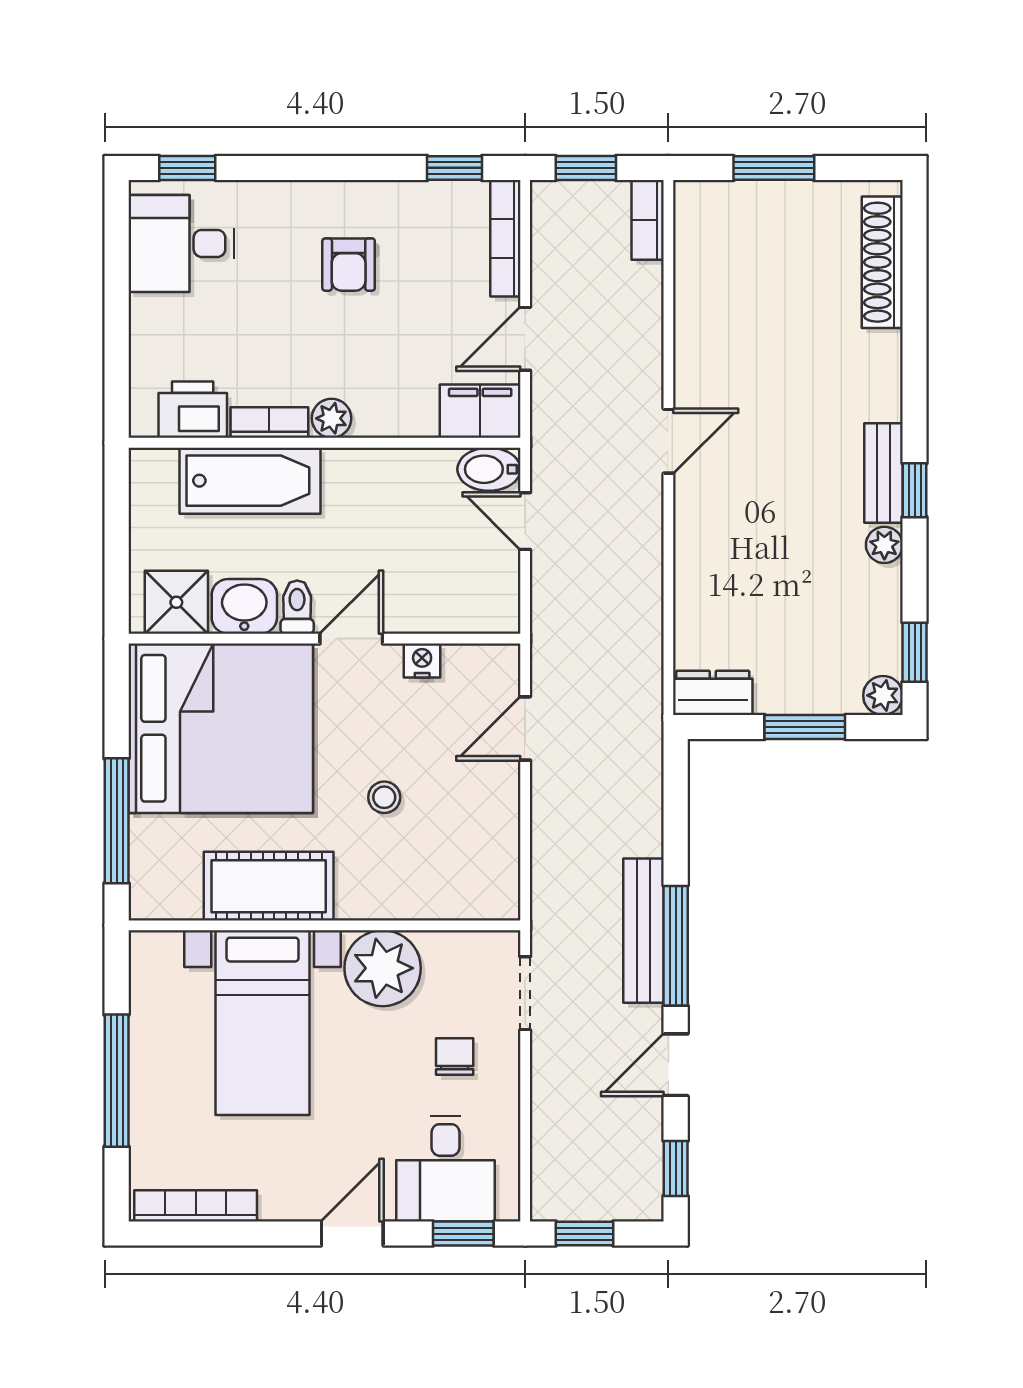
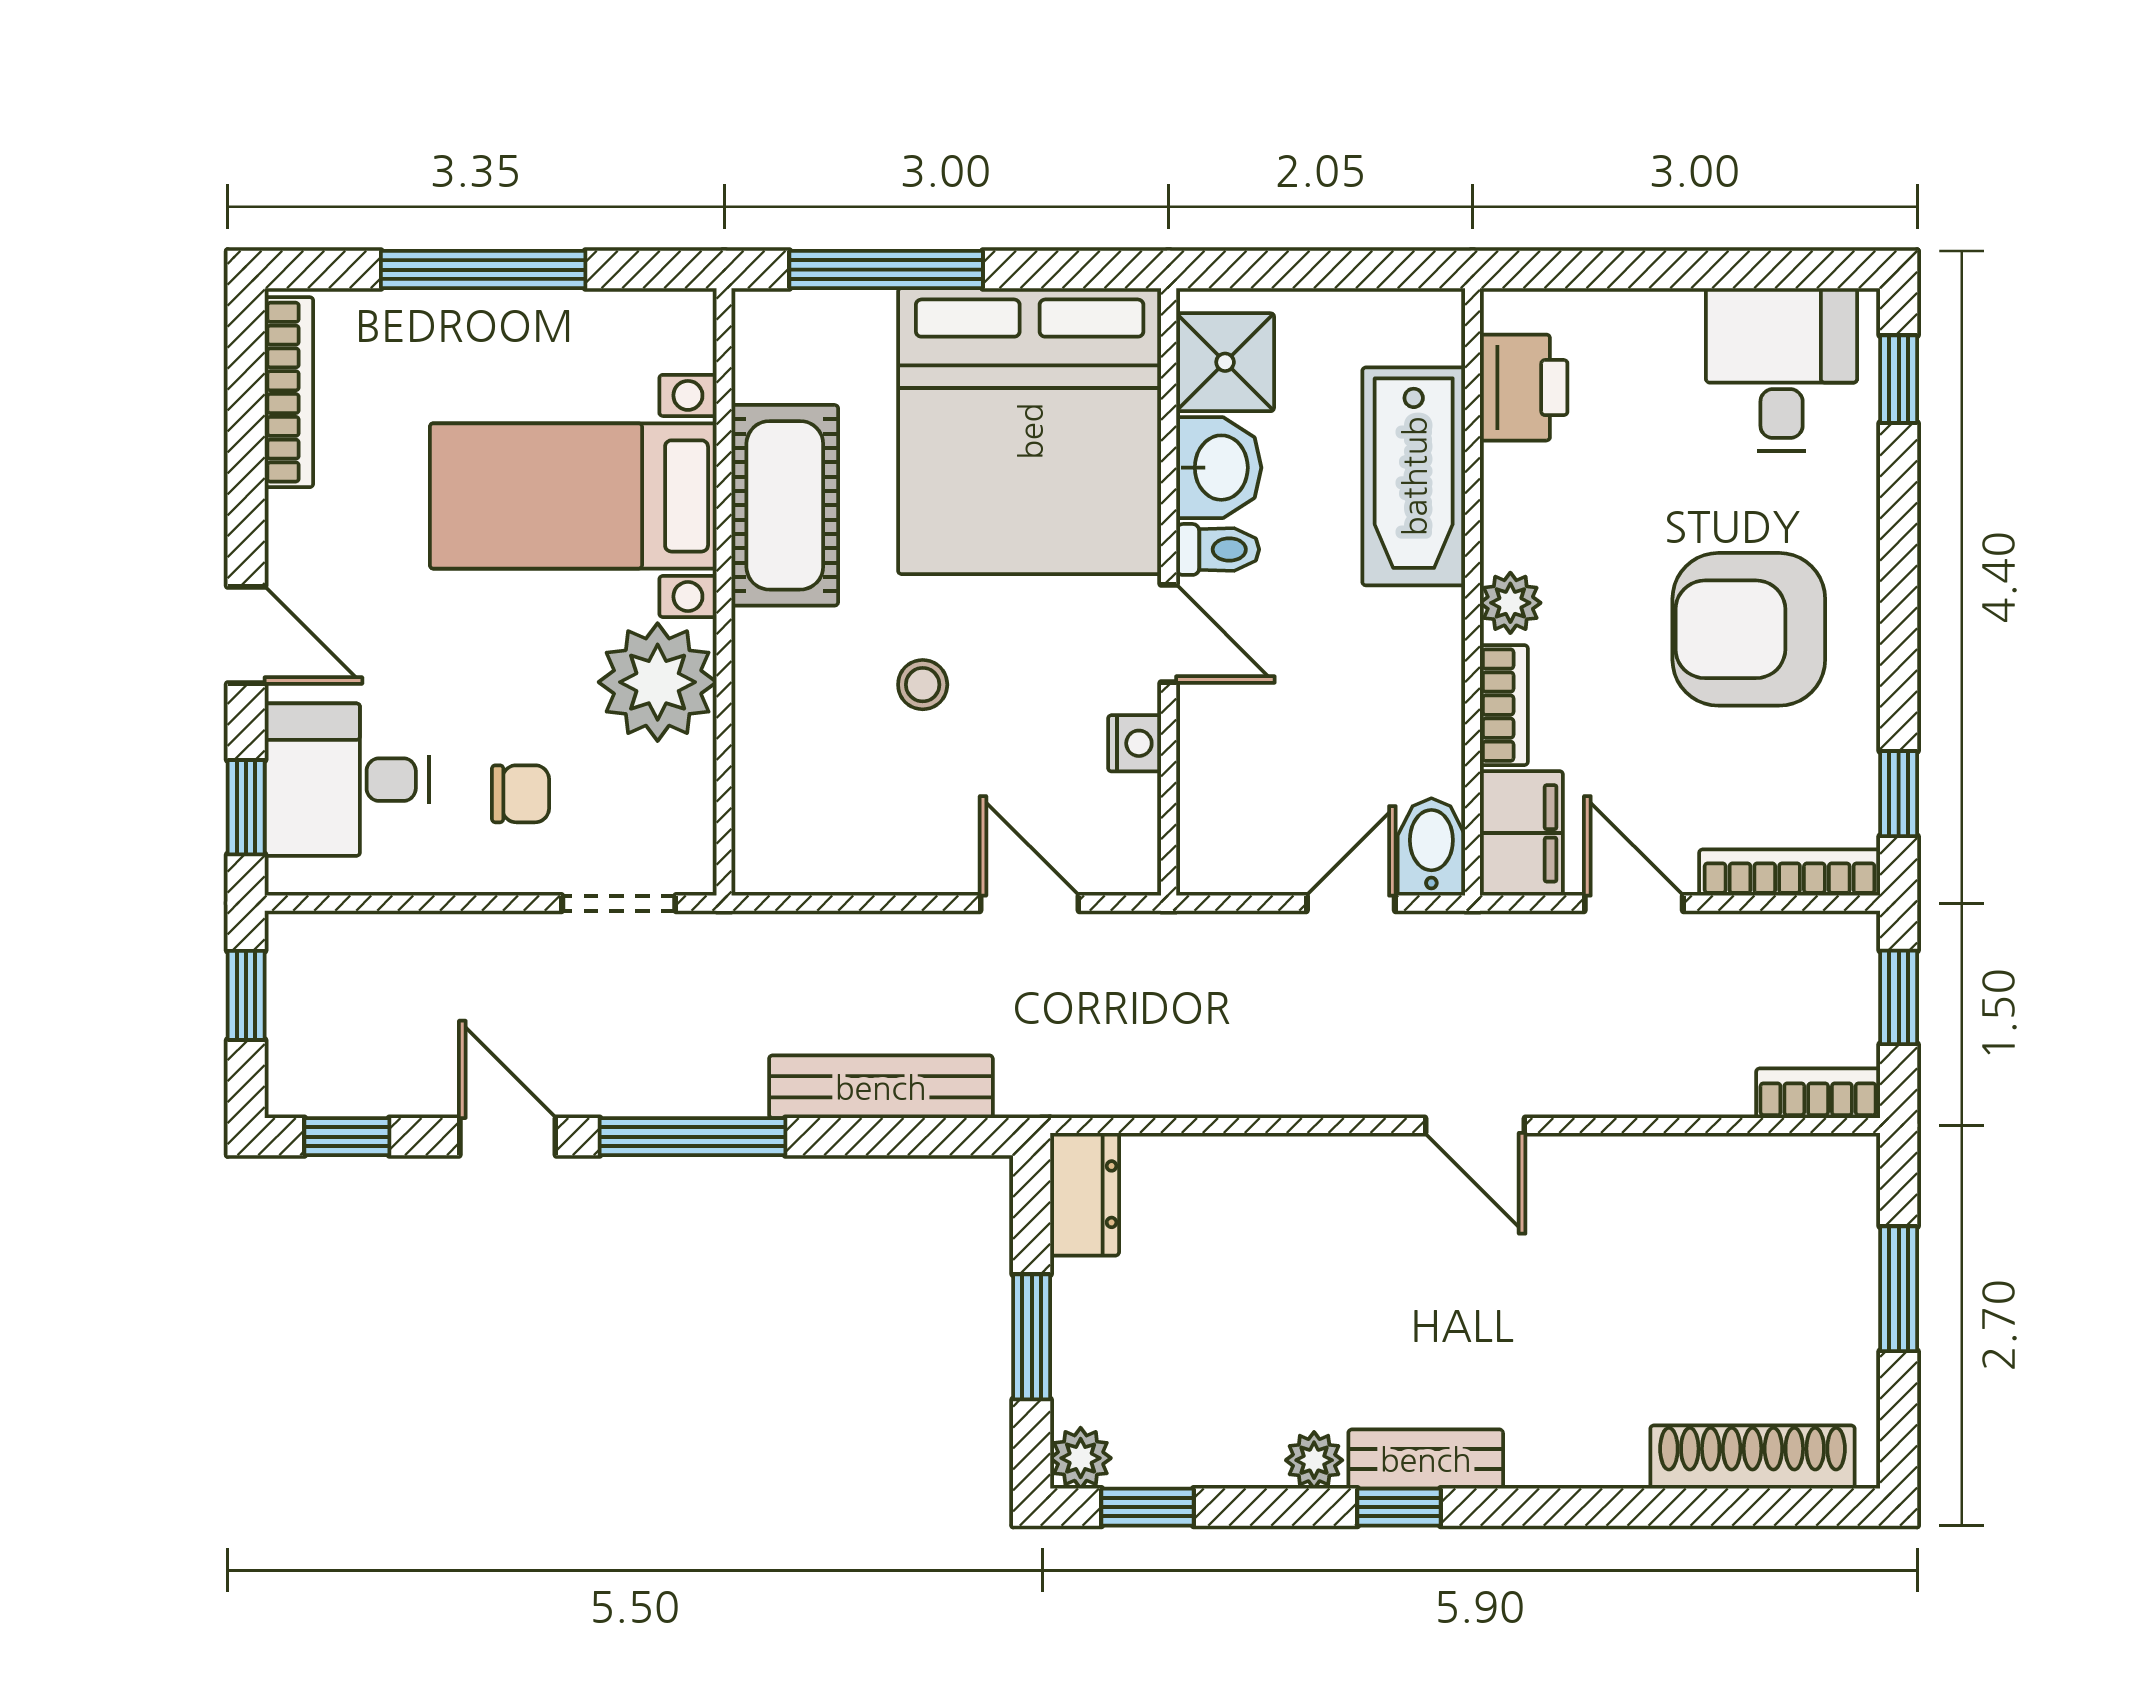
armchair: (349, 265) -> (1749, 629), width x1.88, depth x1.88
bookcase: (269, 422) -> (1504, 705), moved
bench: (643, 931) -> (881, 1087), moved

